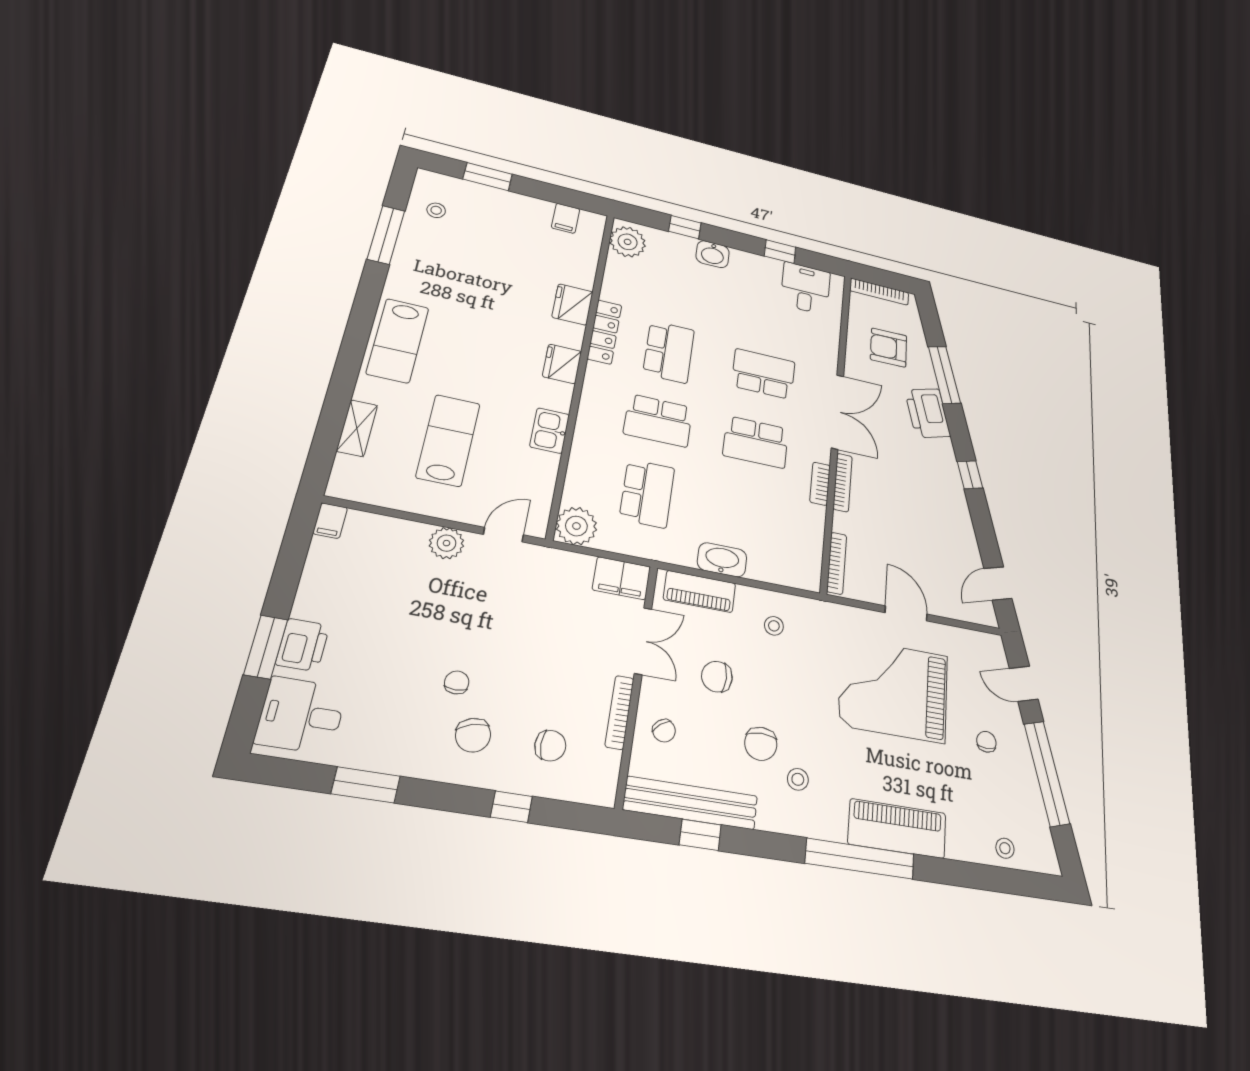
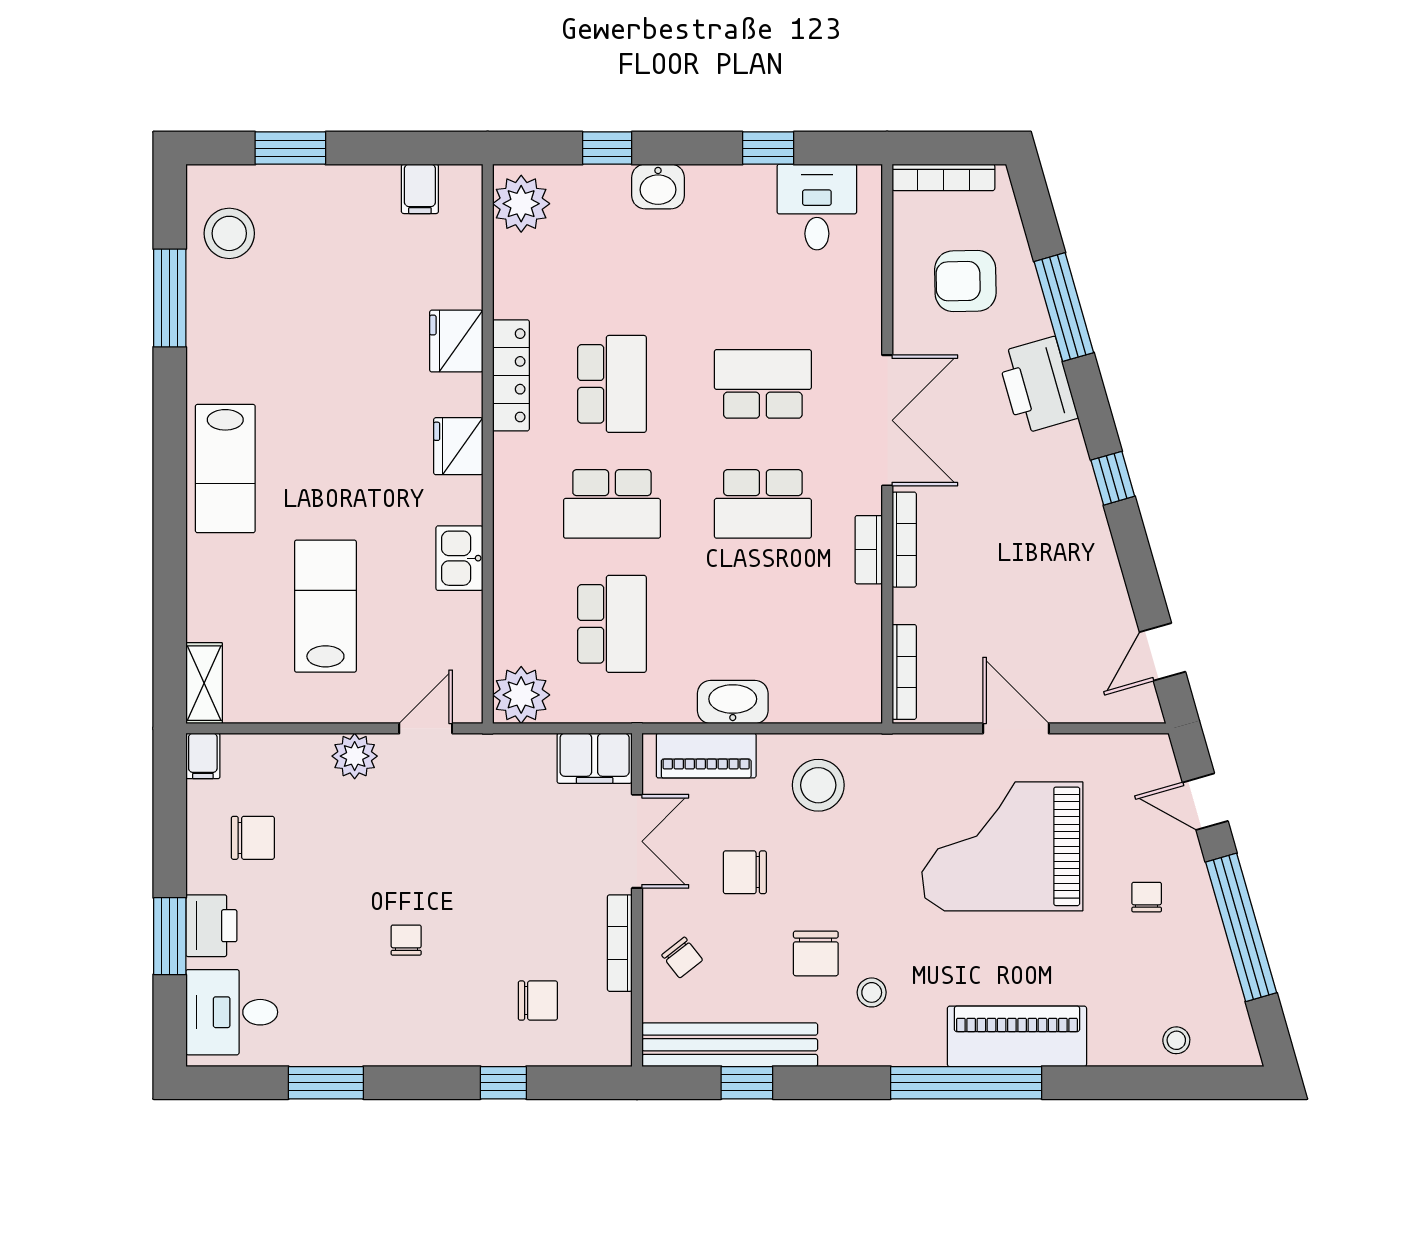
stool: (436, 210) -> (229, 233), width x1.89, depth x1.89
shelving: (357, 428) -> (204, 683), moved
stool: (774, 626) -> (818, 785), width x1.89, depth x1.89
chair: (473, 735) -> (253, 838), moved, turned -74

